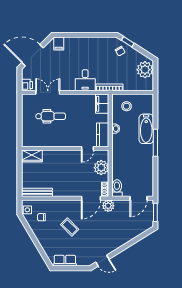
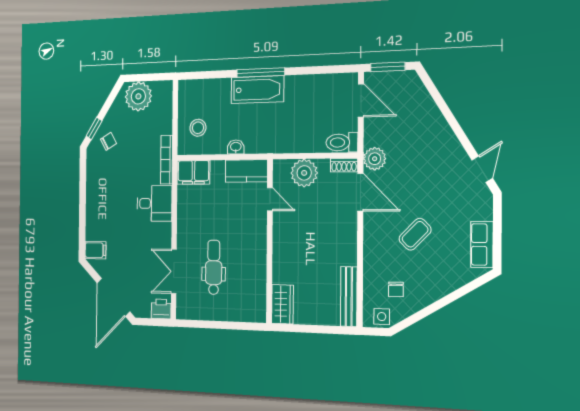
bathtub: (146, 129) -> (257, 90), moved

